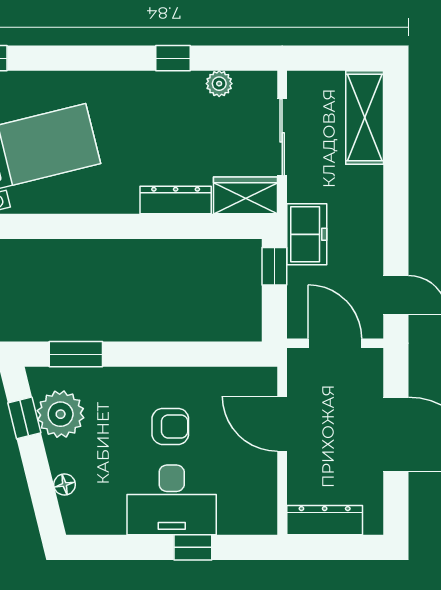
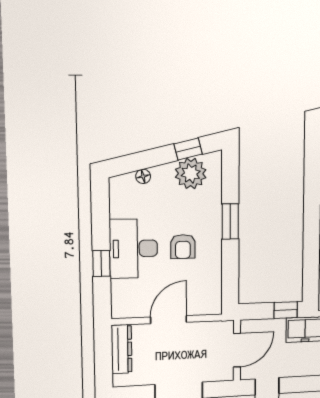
window: (76, 354) -> (230, 221), moved
door: (282, 424) -> (169, 320), moved

